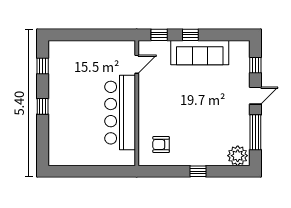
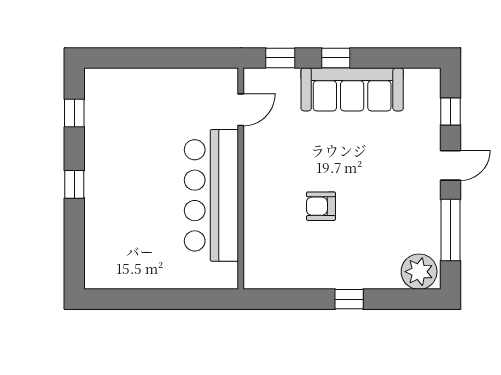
armchair: (161, 145) -> (321, 206), moved

